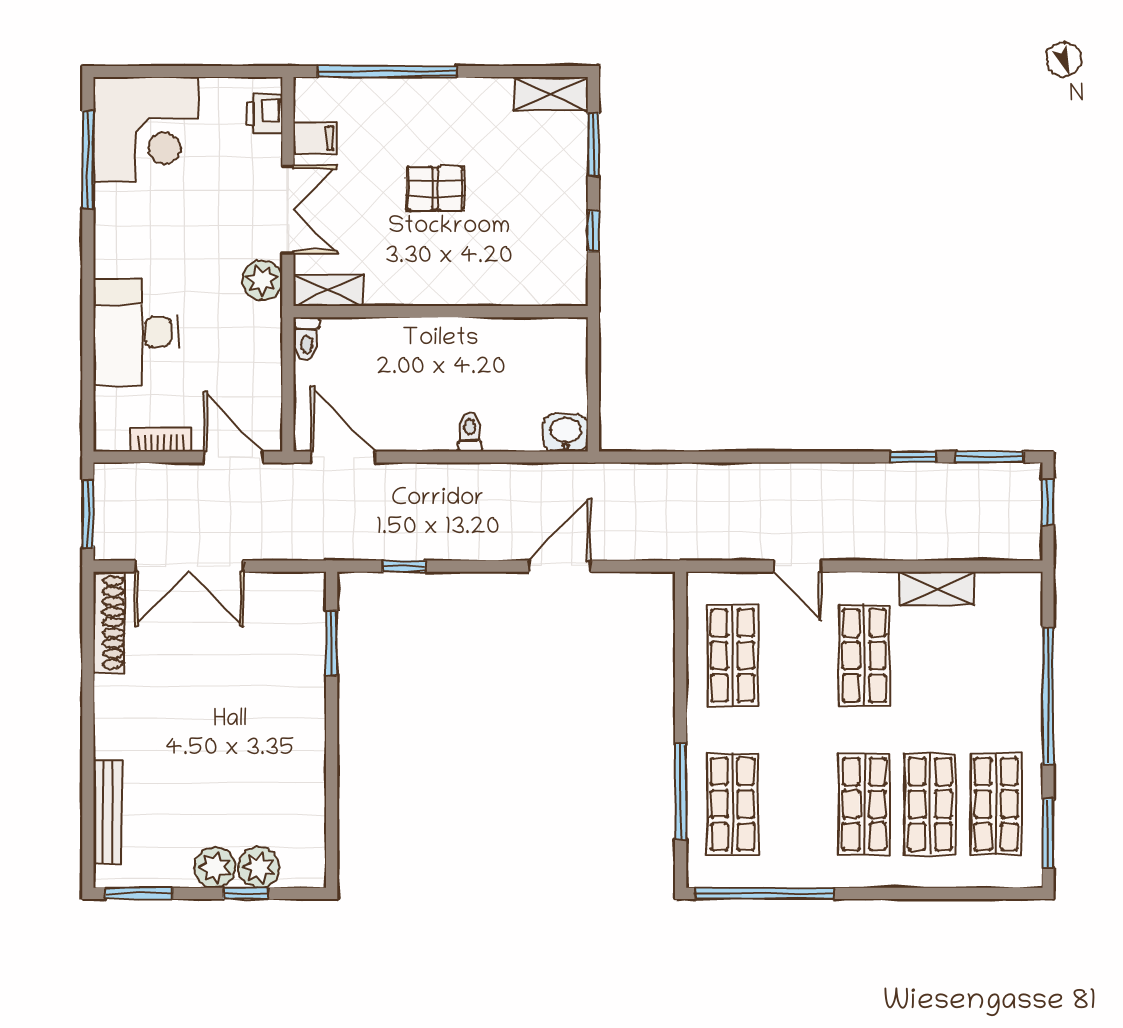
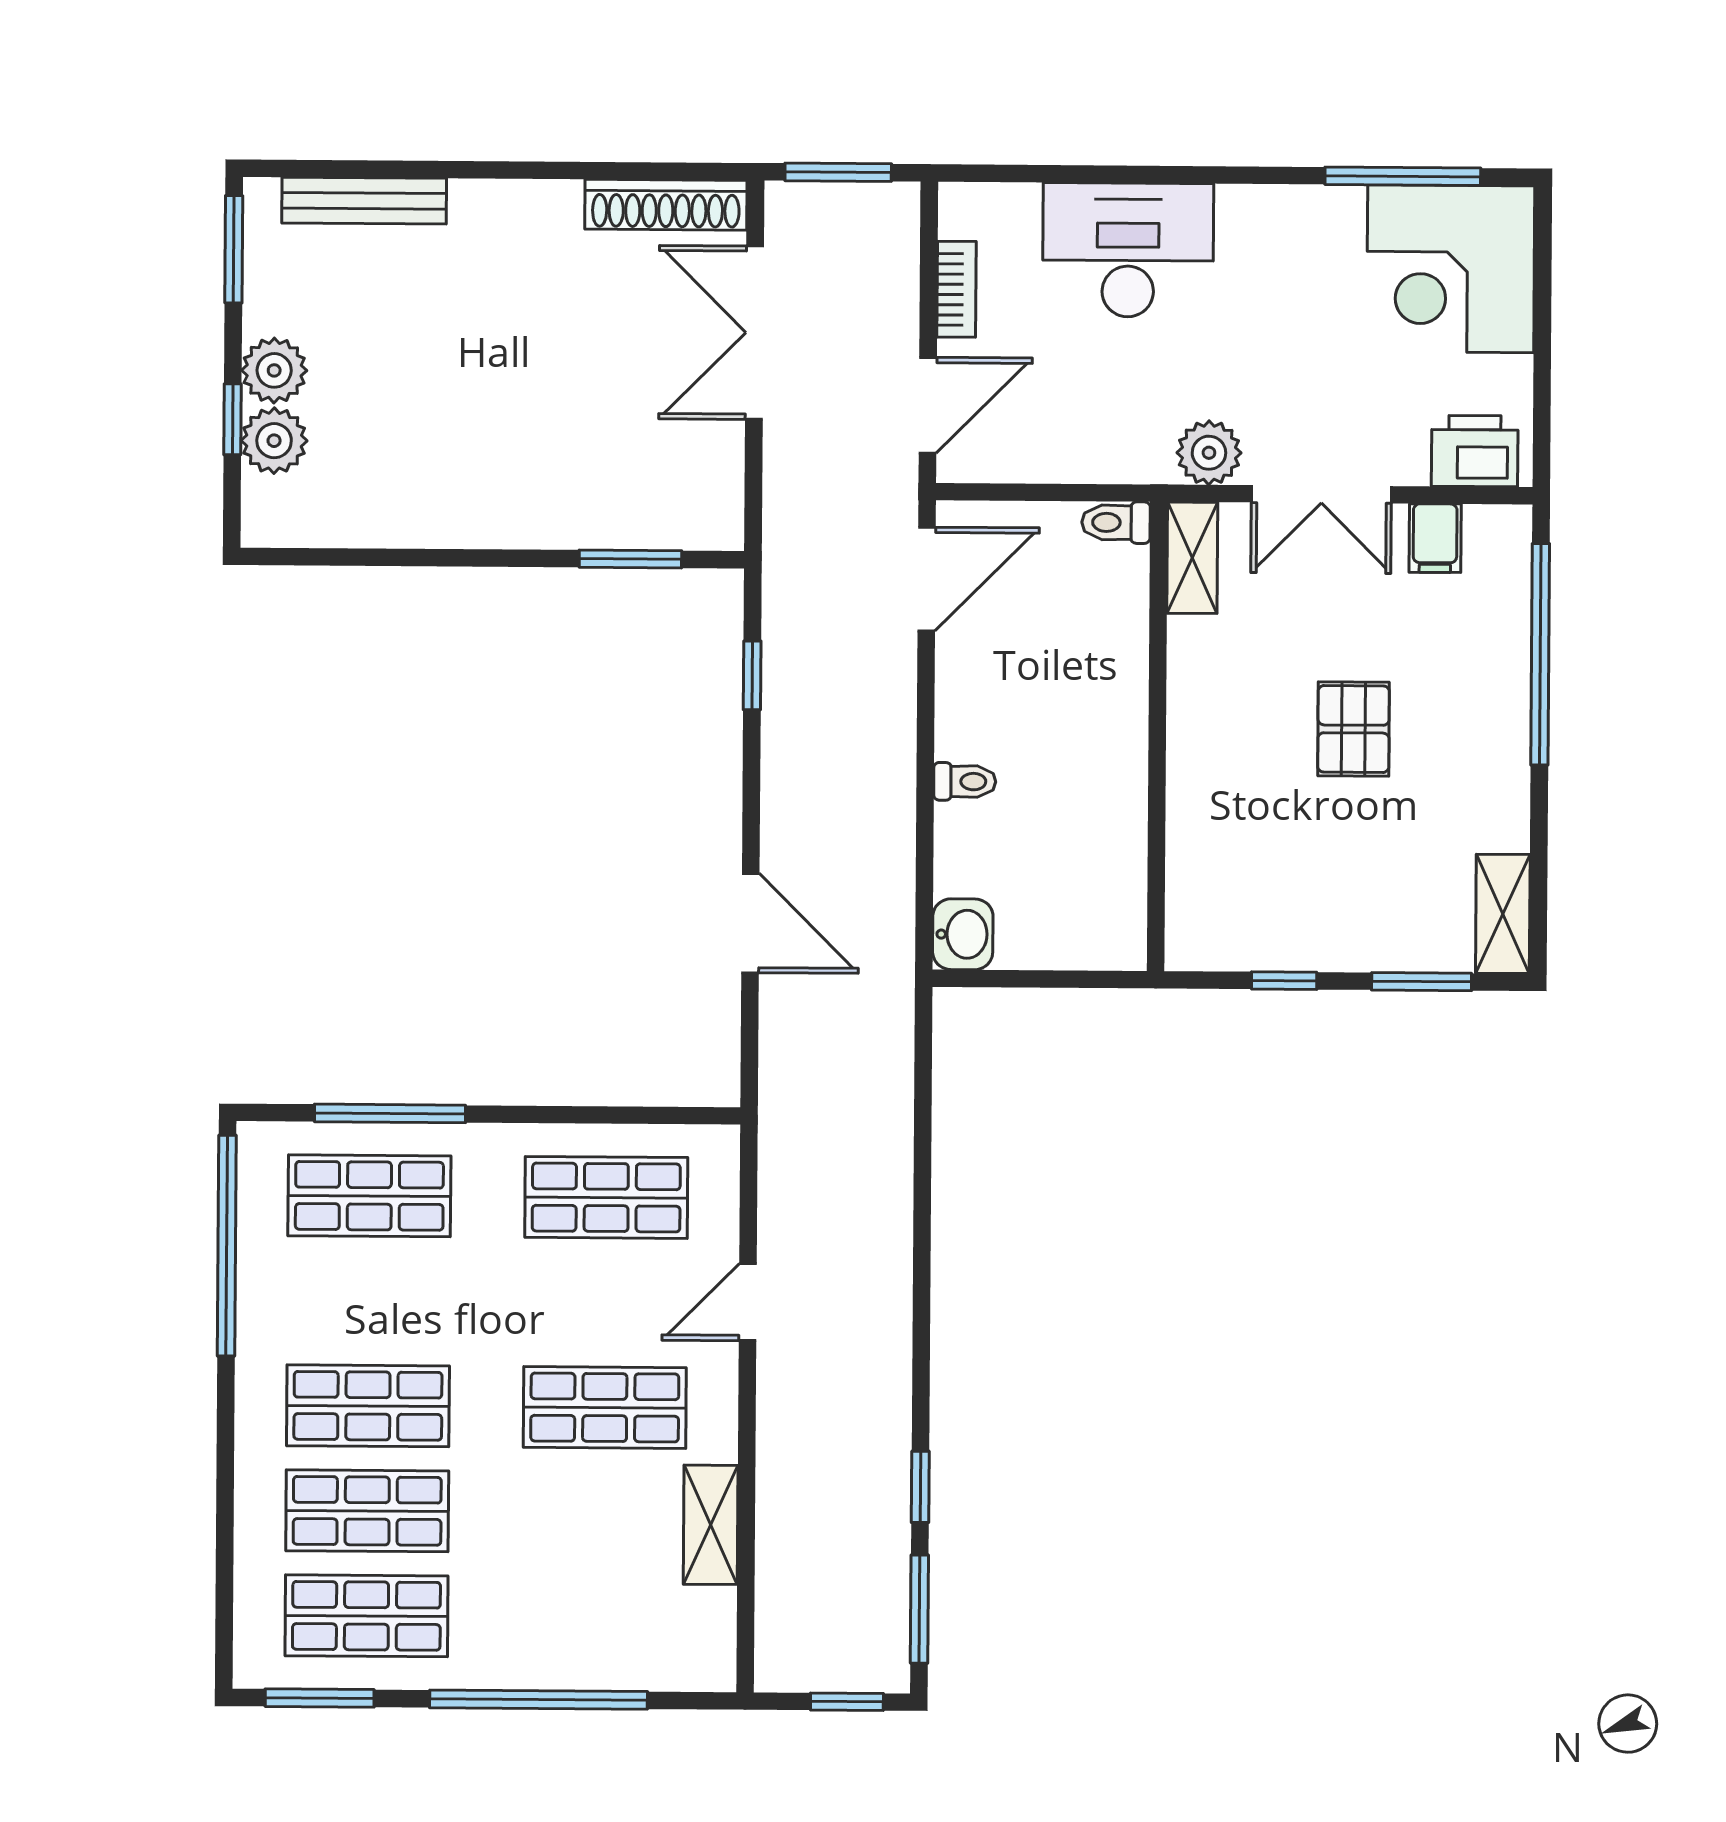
printer: (264, 113) -> (1475, 451), width x1.36, depth x1.24

